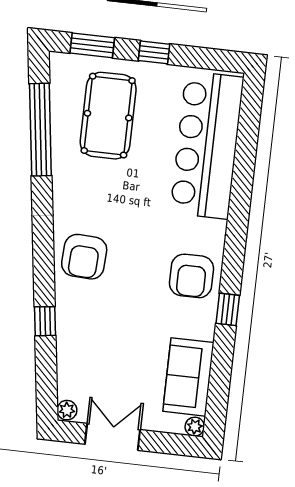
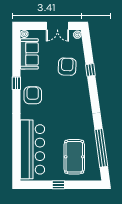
window: (92, 45) -> (84, 185), removed
armchair: (84, 257) -> (67, 67), moved

